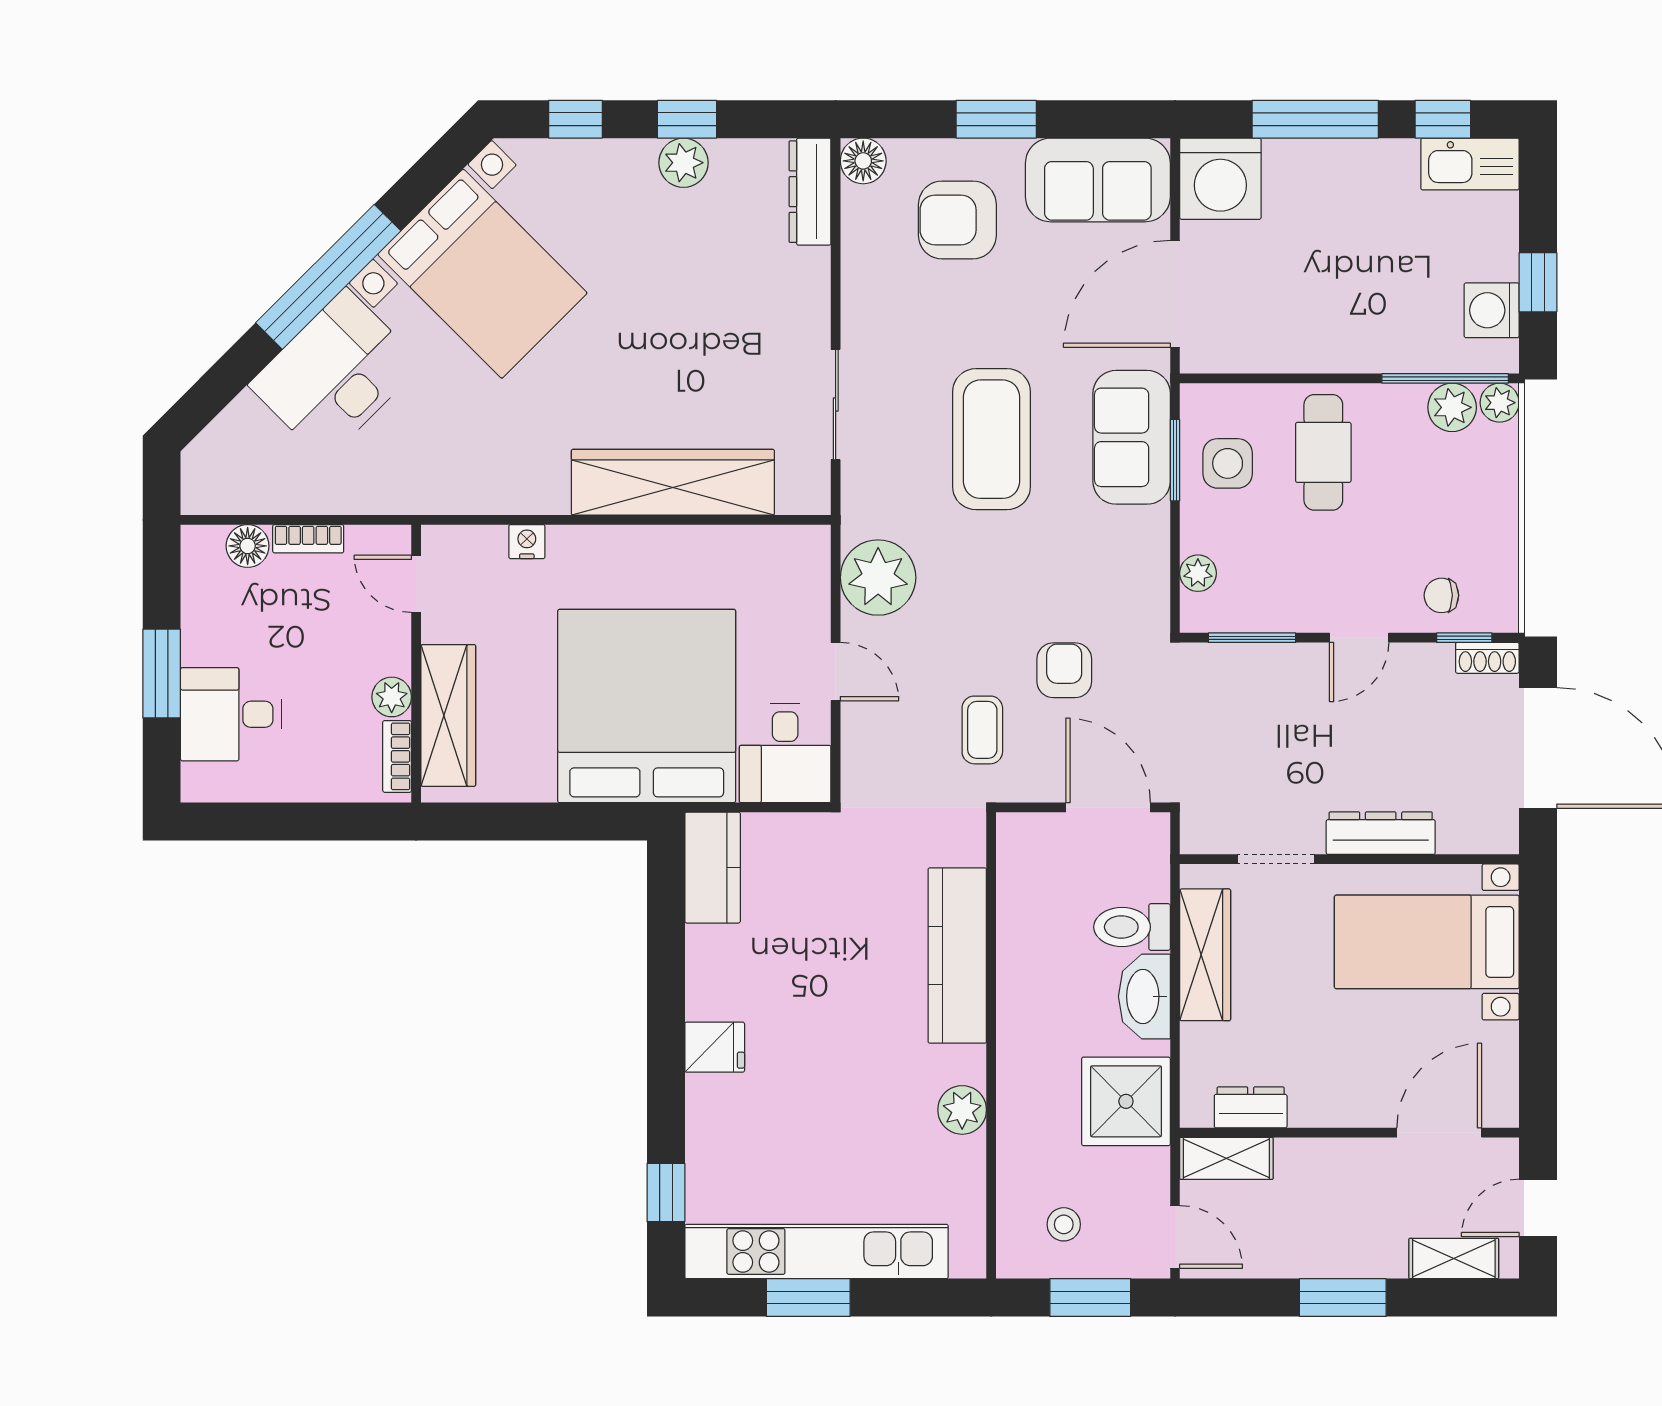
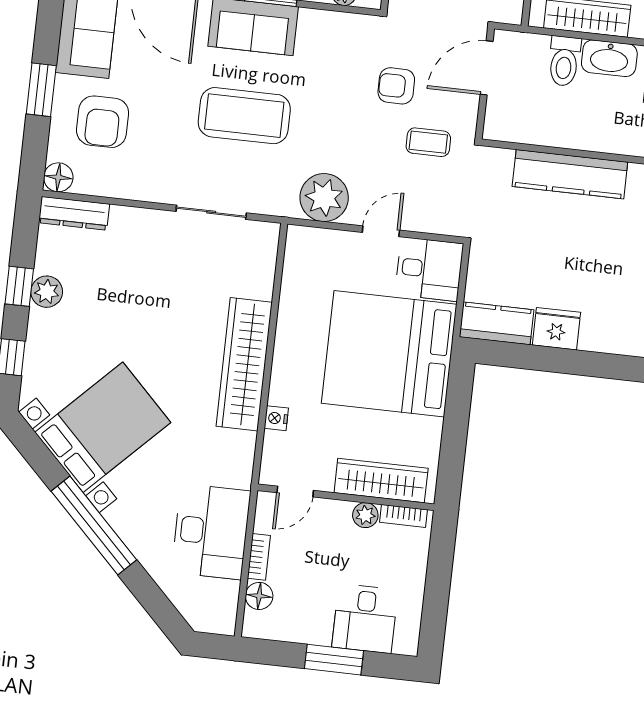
desk: (335, 374) -> (211, 532), moved, turned -135
wardrobe: (673, 482) -> (244, 364), moved
fridge: (715, 1047) -> (556, 329), moved, width x1.38

